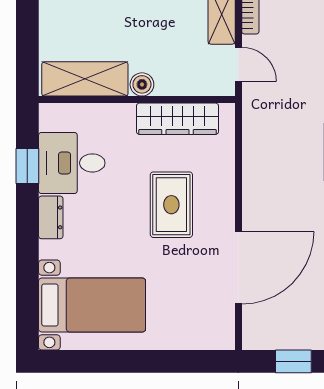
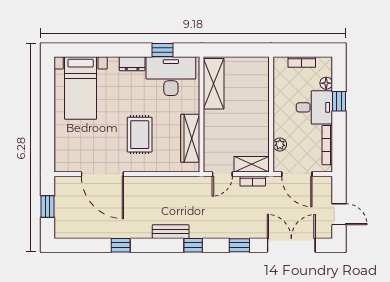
boiler: (142, 84) -> (210, 117), removed
desk: (72, 163) -> (171, 76), width x1.37
rug: (171, 205) -> (140, 135), turned 90

